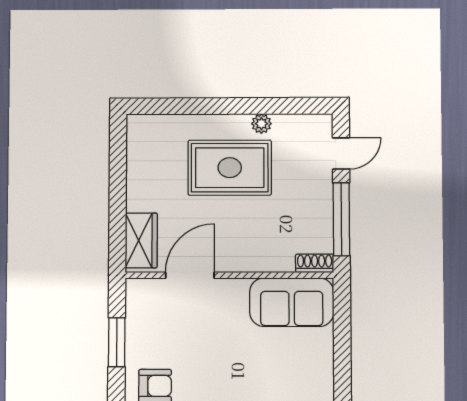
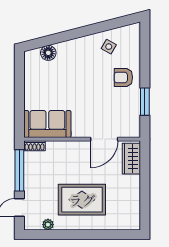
plant: (261, 124) -> (48, 225), moved

